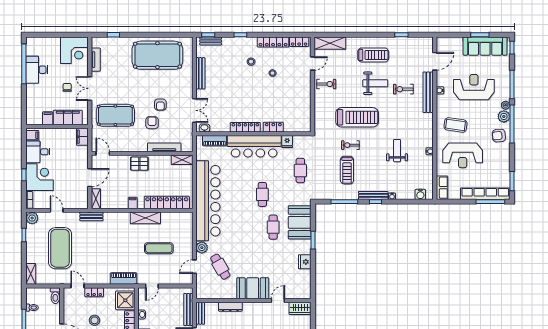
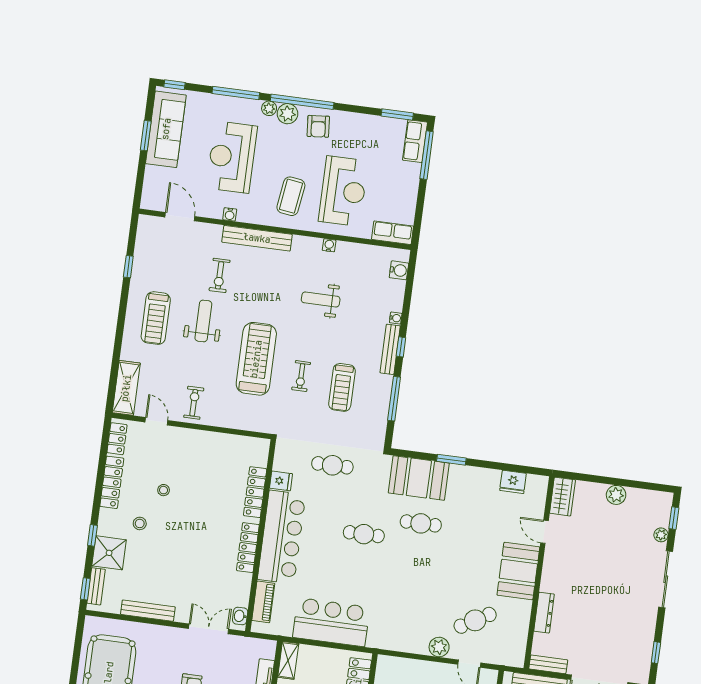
shower: (231, 46) -> (109, 553), added
treadmill: (373, 55) -> (156, 318), turned 180
bench: (428, 92) -> (257, 238), moved
locker: (273, 127) -> (255, 492), width x1.53
treadmill: (347, 170) -> (342, 387), turned 90
row of seats: (485, 194) -> (415, 141), width x0.50
bar counter: (208, 201) -> (331, 622), width x0.54
fridge: (305, 262) -> (513, 482), moved

